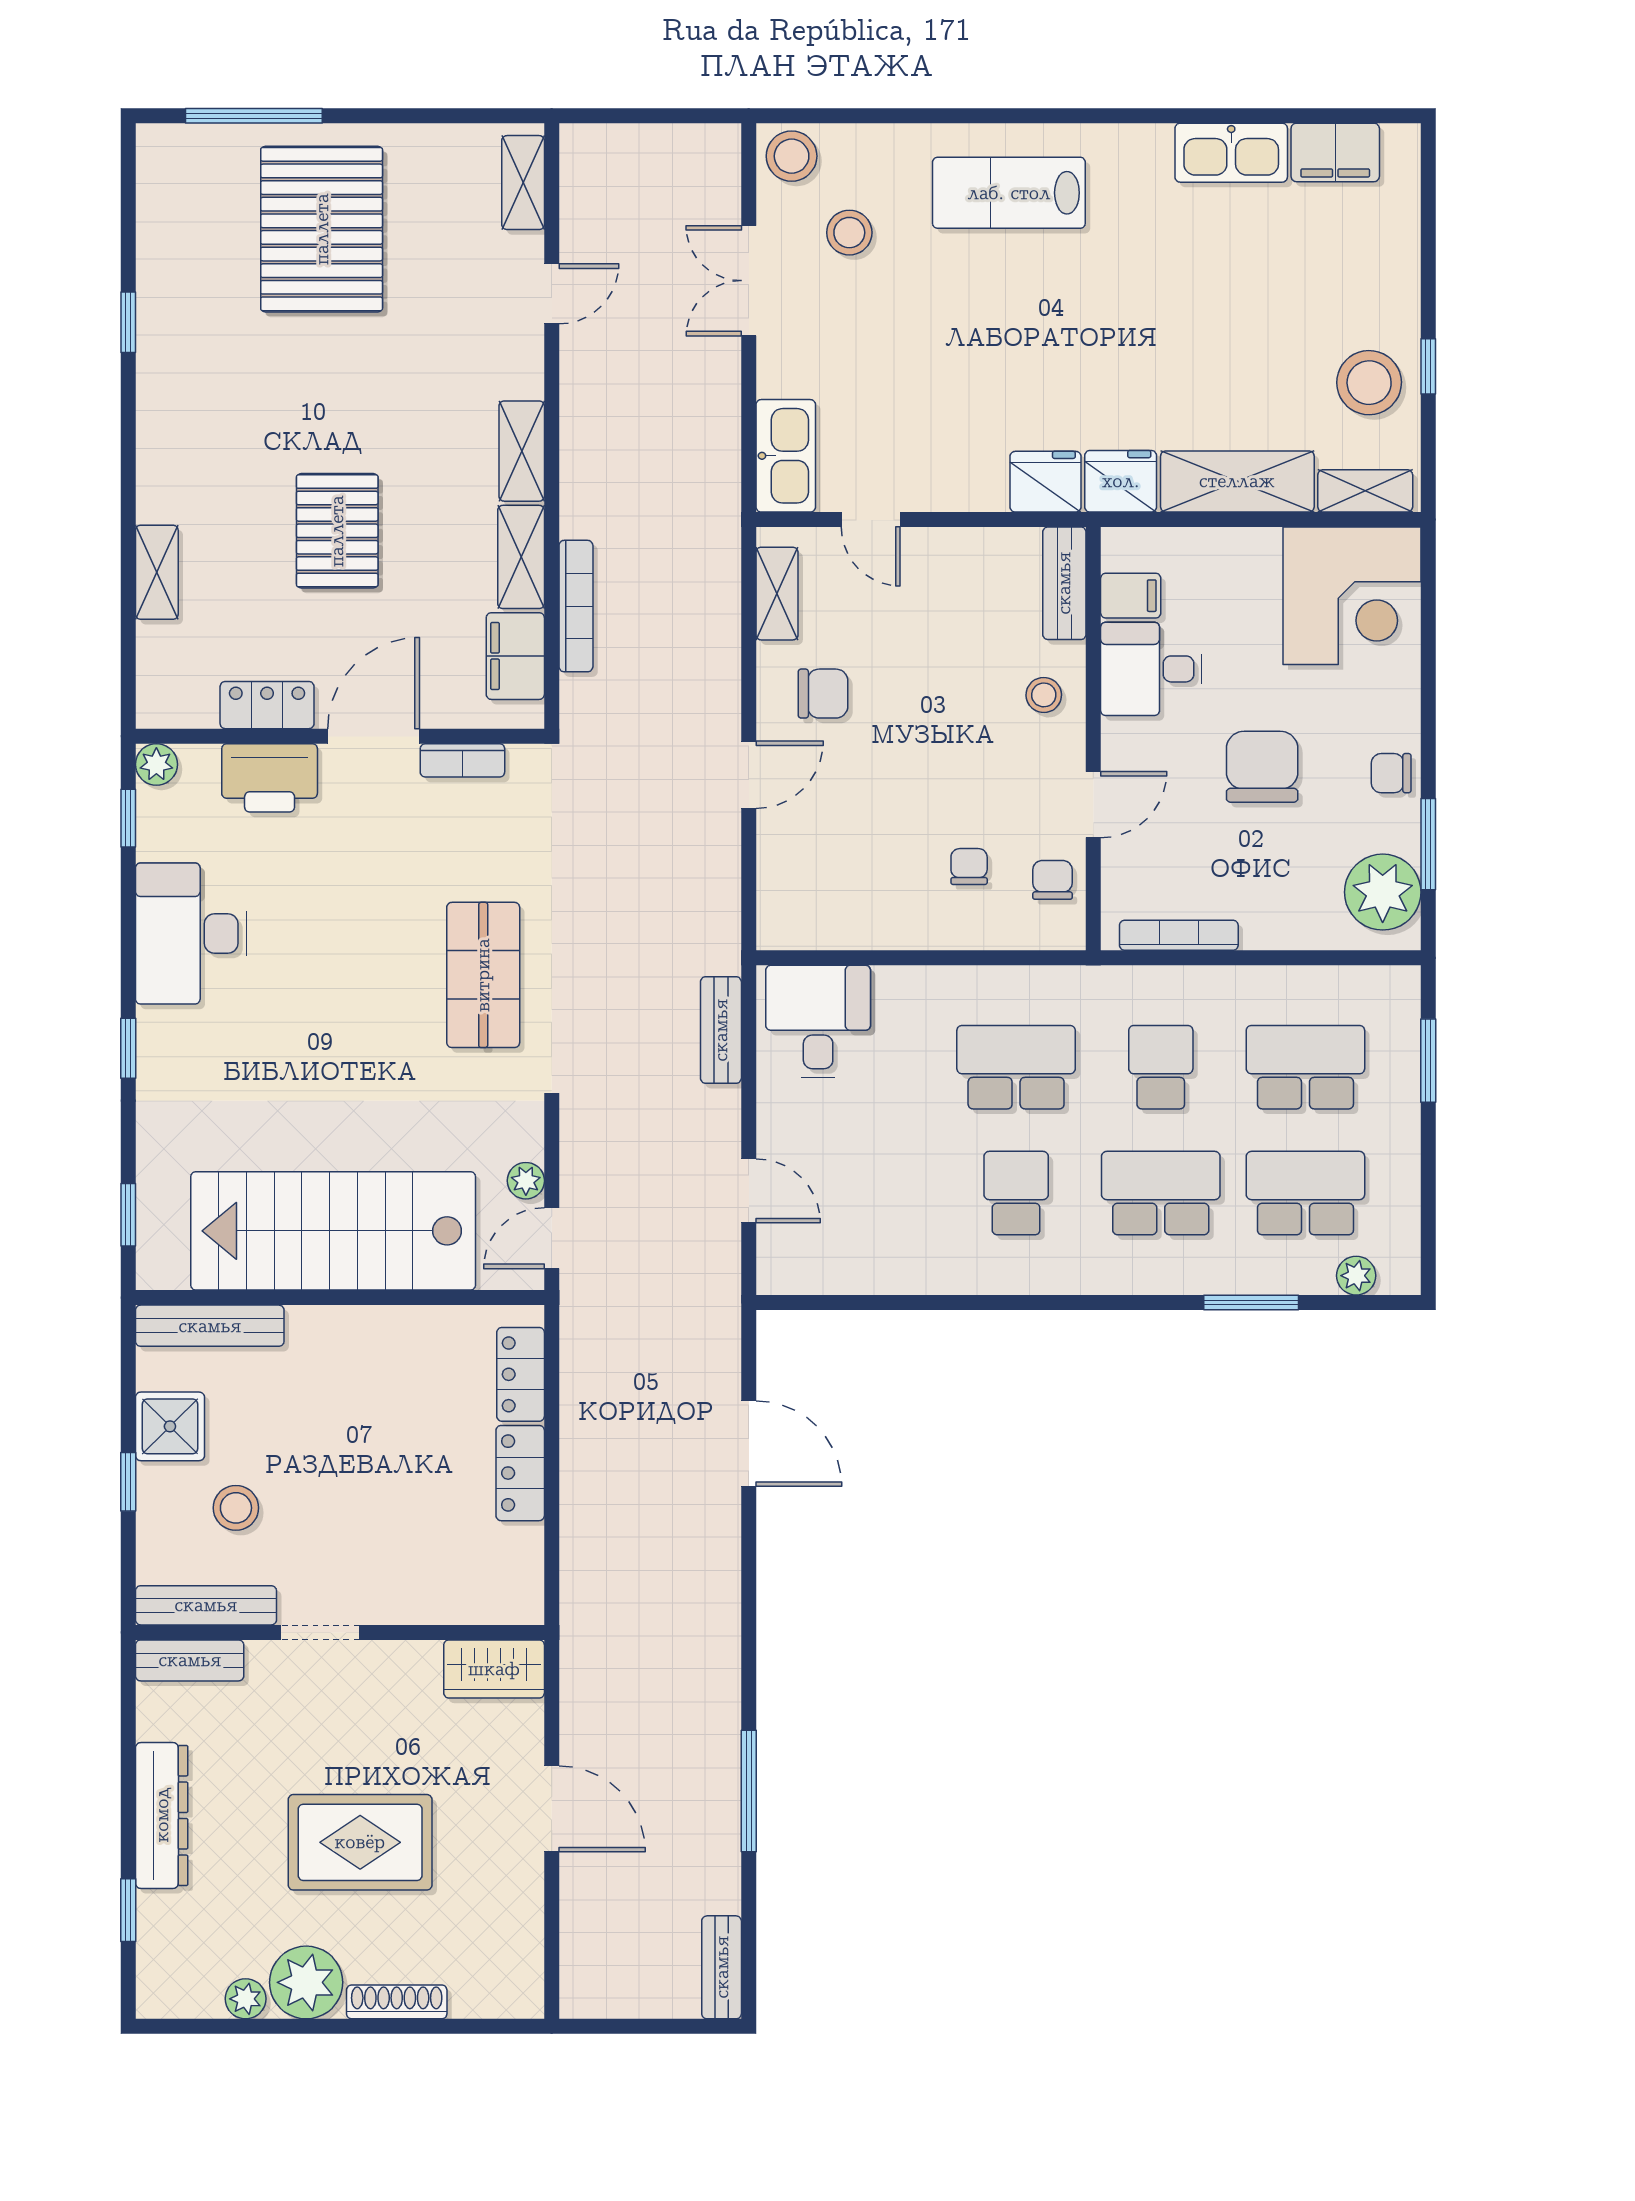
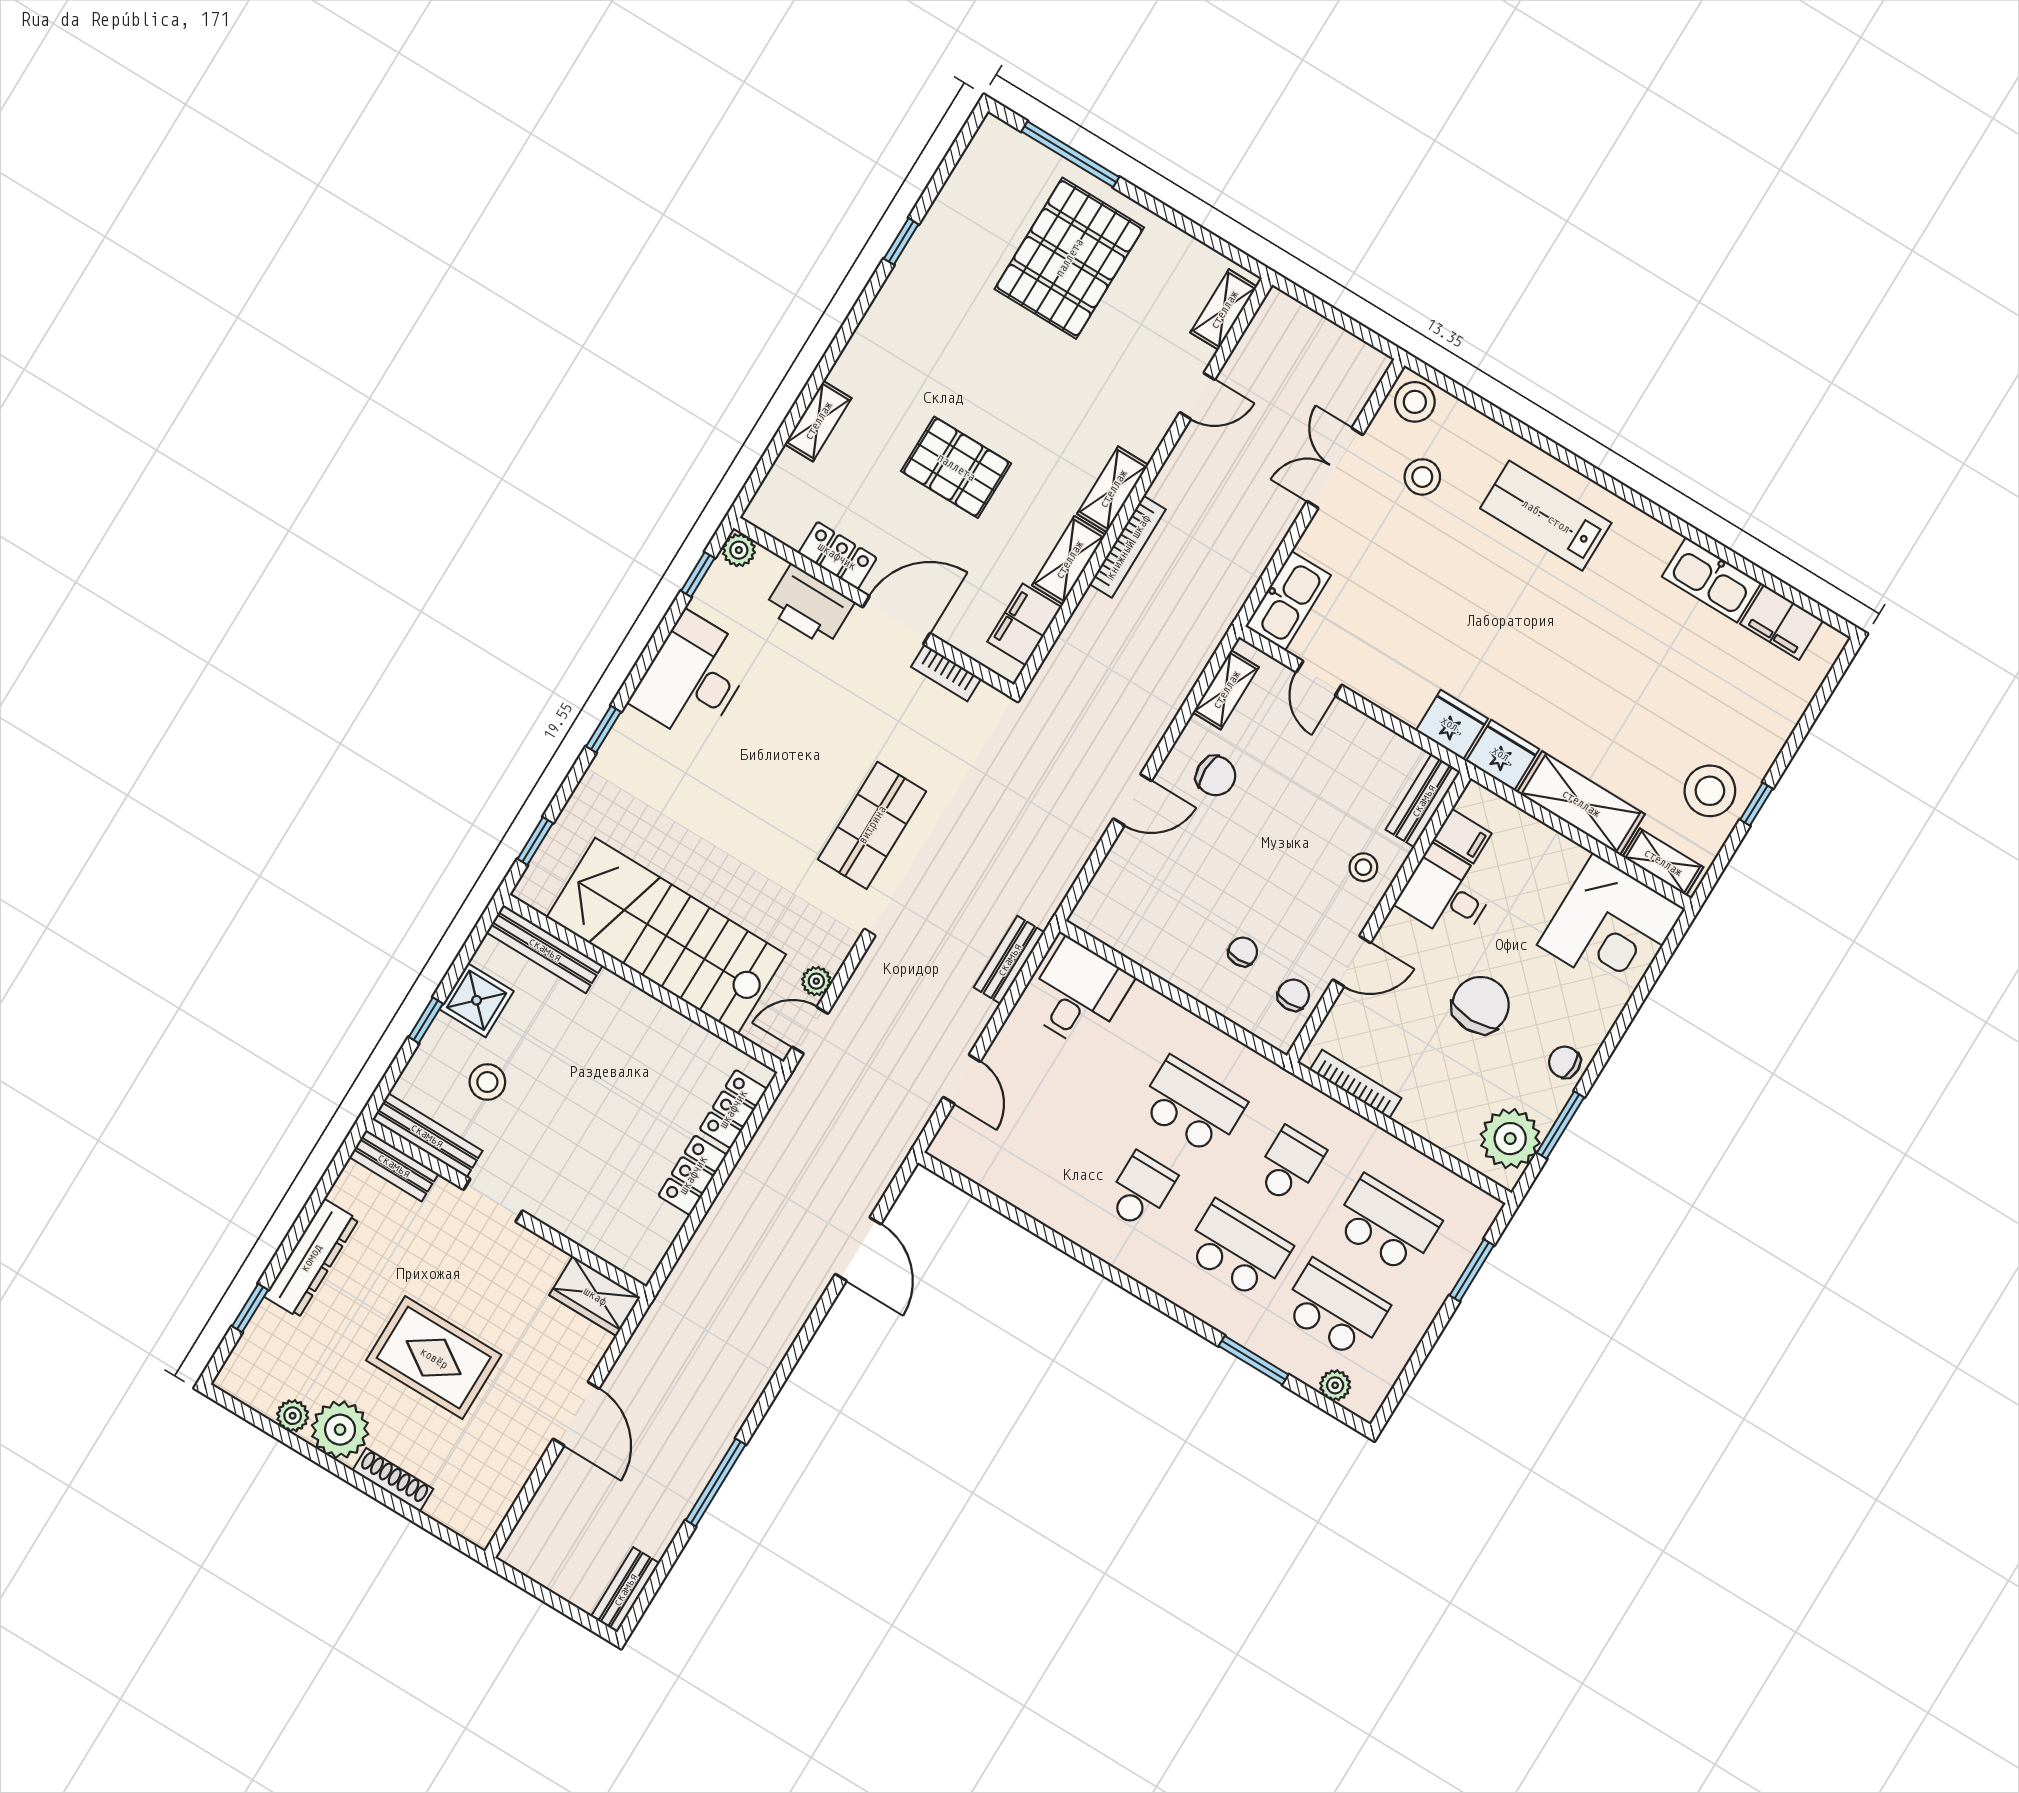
pallet: (337, 531) -> (956, 467), turned 90
bookcase: (576, 606) -> (1128, 547), moved

